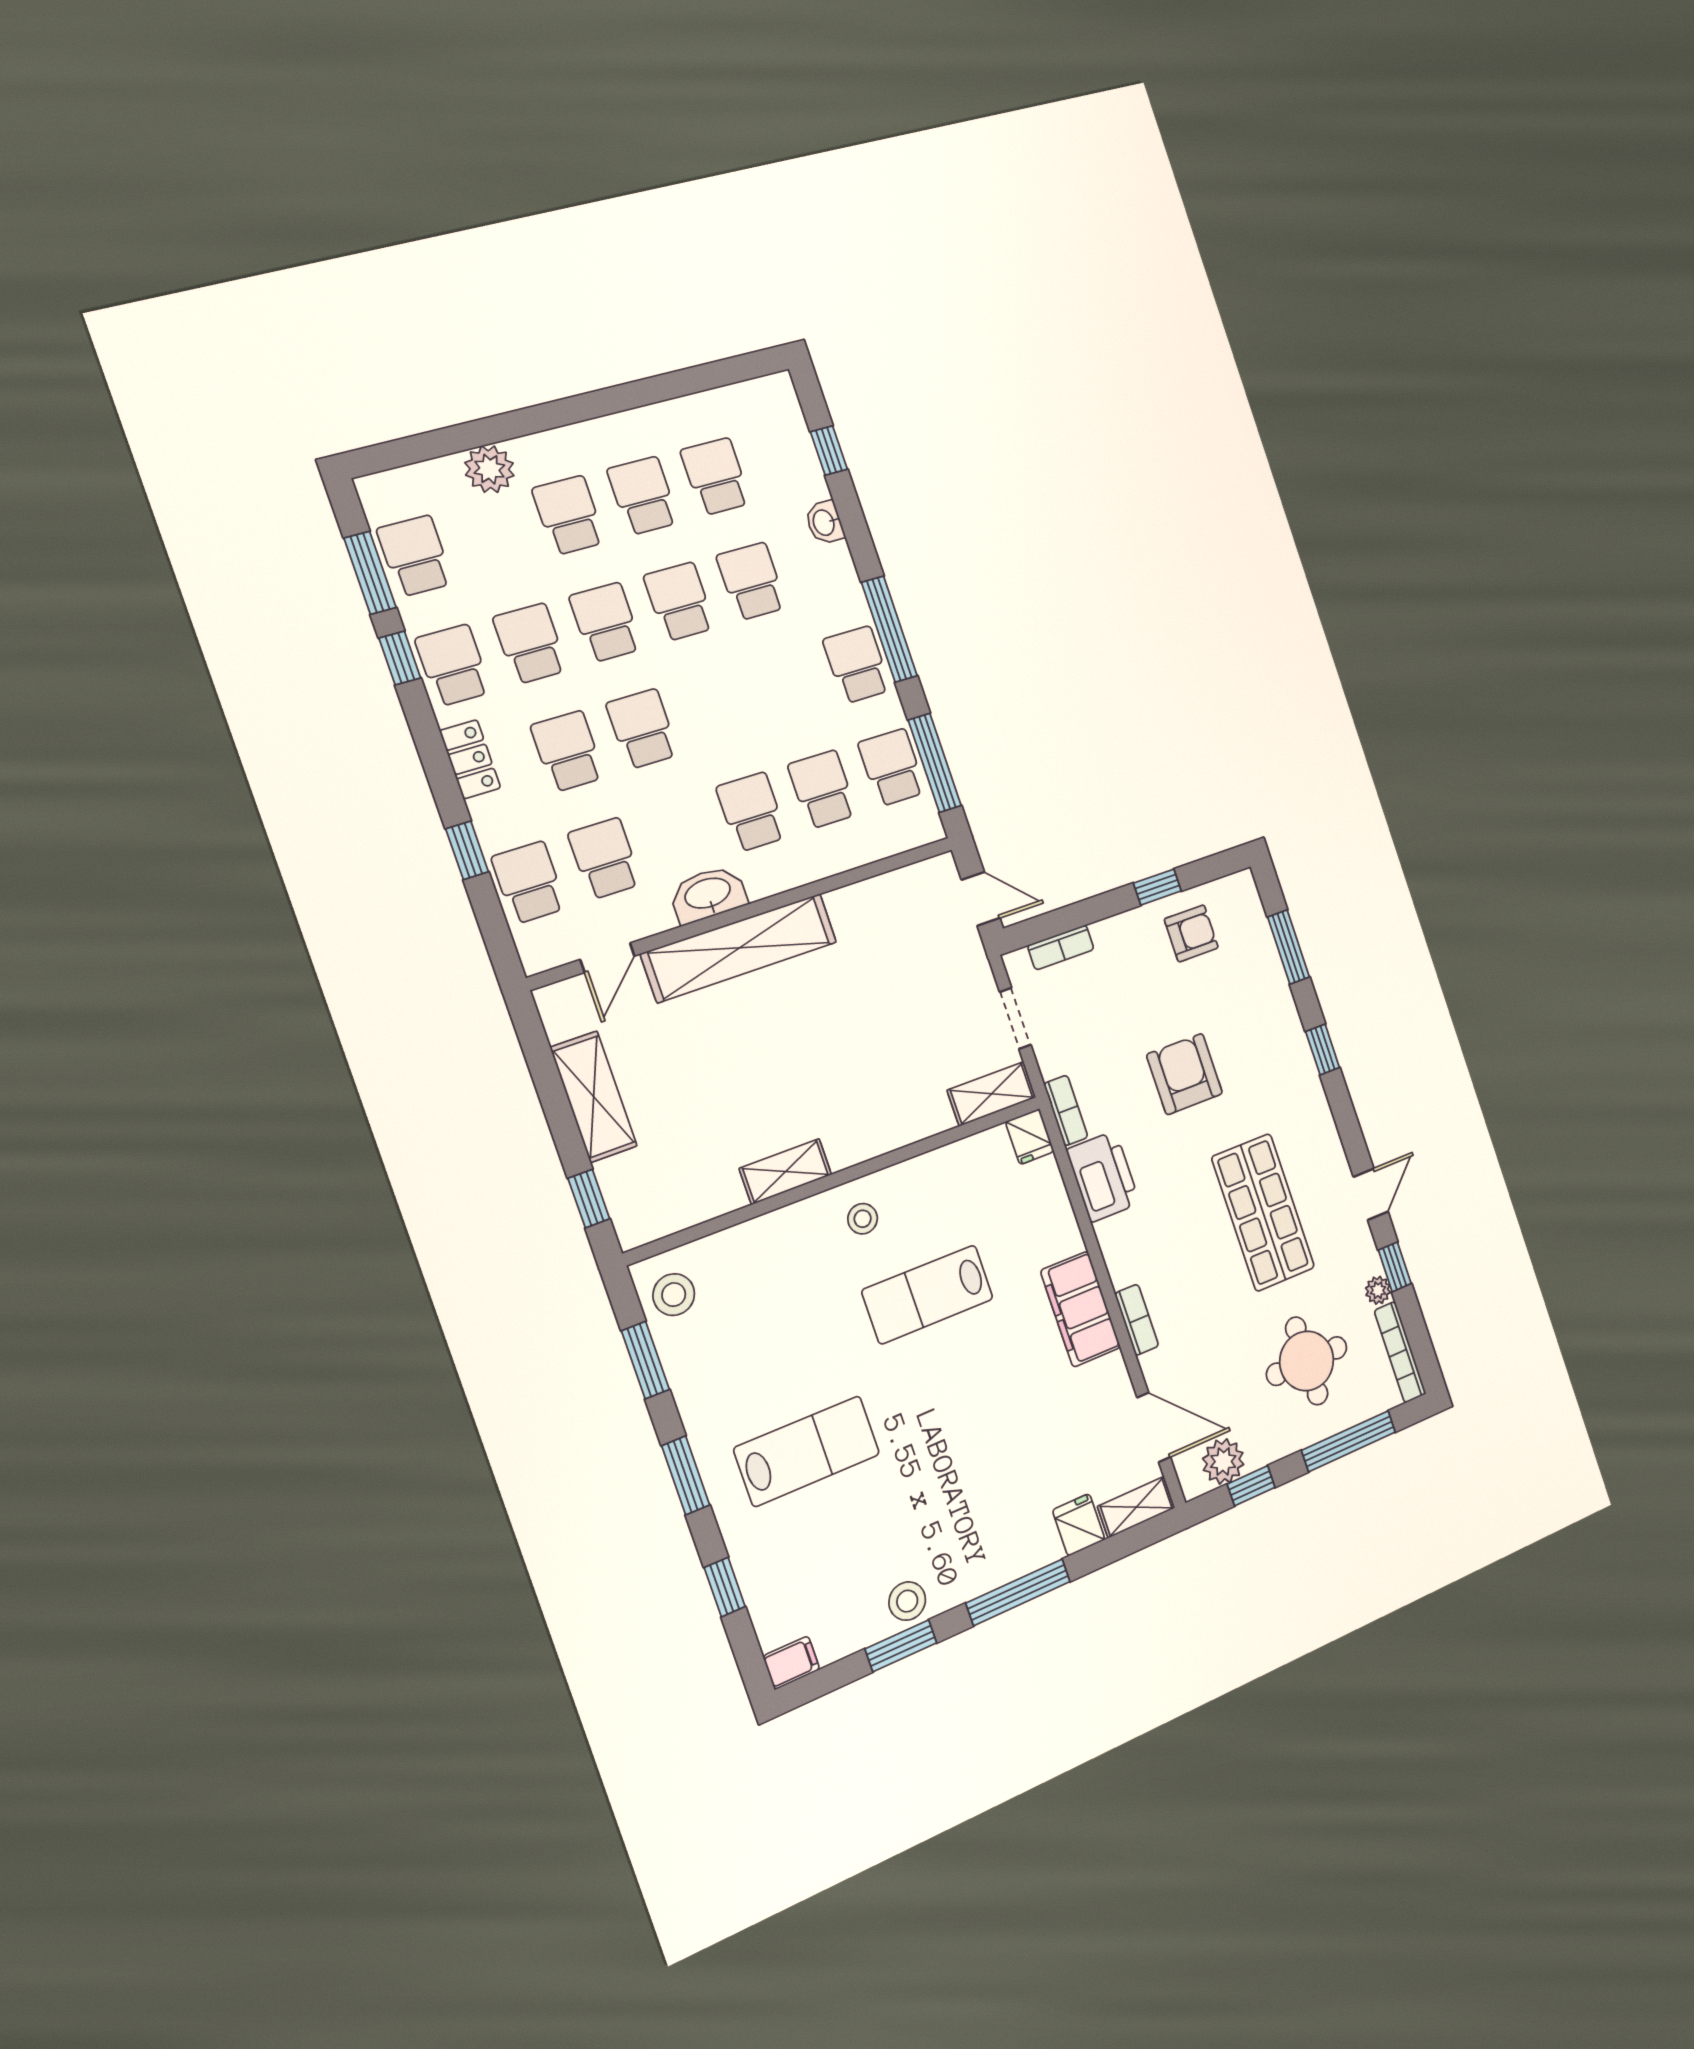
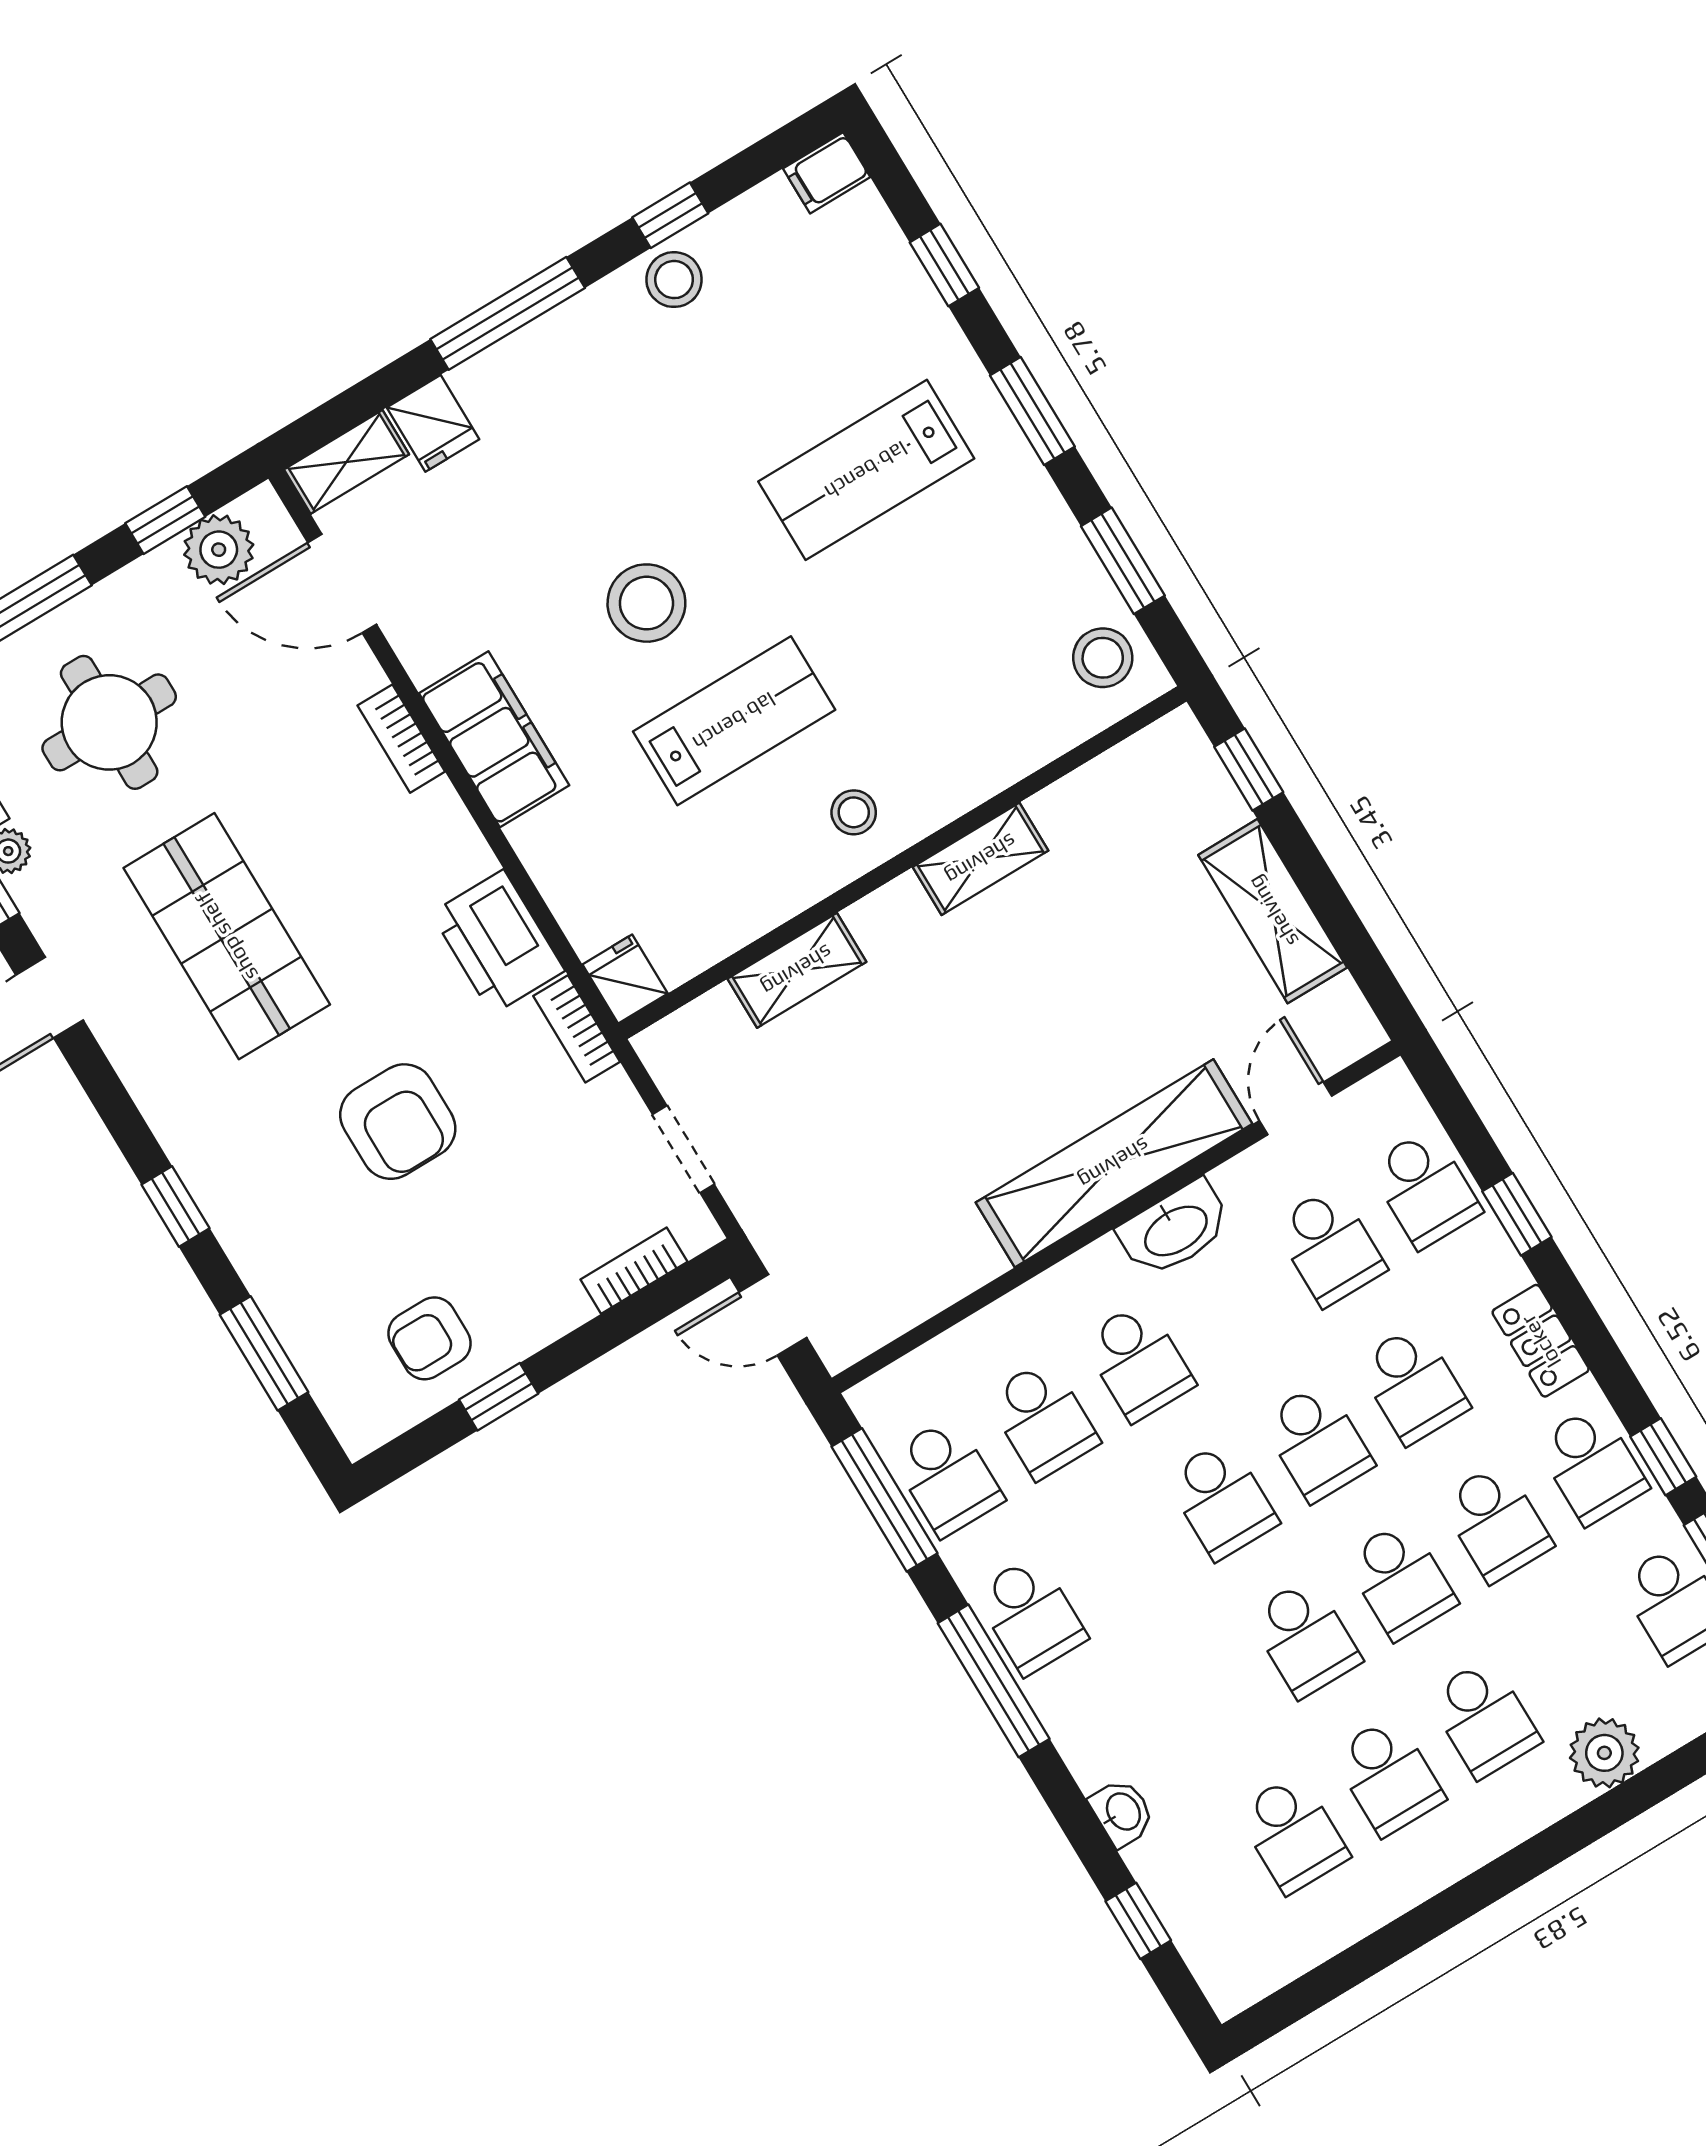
school desk: (751, 581) -> (1222, 1500), moved
shelving: (992, 1094) -> (797, 970), moved
stool: (968, 1383) -> (646, 603), added
window: (901, 1646) -> (670, 215), width x0.67

